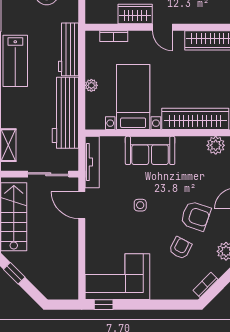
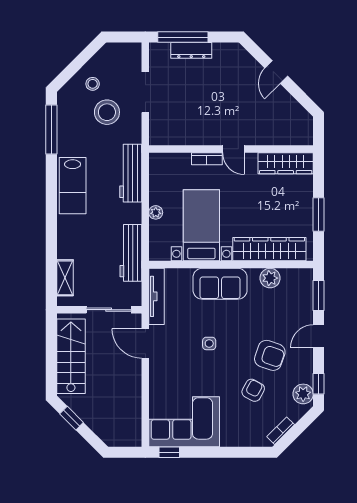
wardrobe: (135, 14) -> (204, 135), removed
bookcase: (114, 36) -> (207, 159), moved
workbench: (65, 113) -> (131, 253), width x0.73, depth x0.76
plant: (216, 145) -> (270, 278), moved

